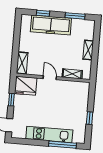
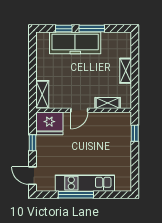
window: (75, 16) -> (92, 29), moved
door: (50, 78) -> (79, 110), swing flipped
window: (90, 118) -> (135, 133), moved
window: (62, 145) -> (76, 195), moved

